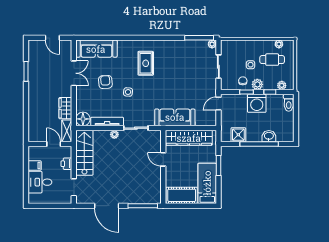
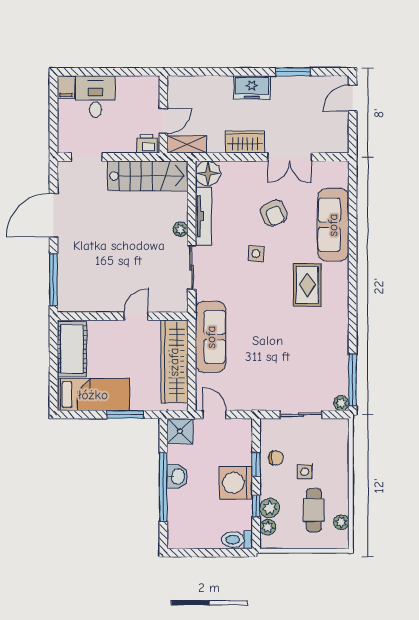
door: (52, 38) -> (353, 98), moved
sofa: (96, 49) -> (333, 225), moved
rug: (146, 63) -> (307, 285), turned 90
armchair: (105, 82) -> (274, 213), turned 70
plant: (257, 84) -> (270, 508), moved
freezer: (35, 94) -> (252, 87), added
door: (218, 104) -> (214, 415), moved
wardrobe: (65, 108) -> (245, 142), moved
shower: (238, 135) -> (180, 431), moved
washbasin: (269, 136) -> (177, 476), moved
printer: (66, 164) -> (147, 144), moved
filing cabinet: (35, 166) -> (66, 87), moved

